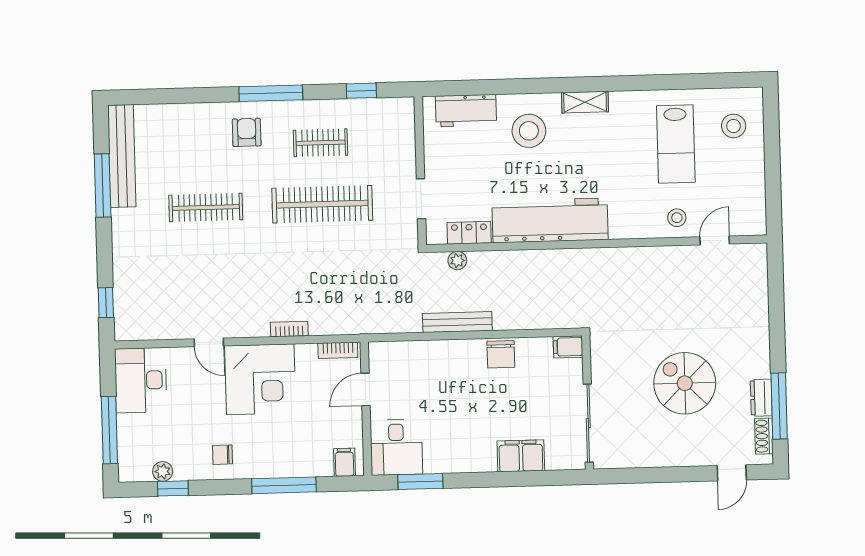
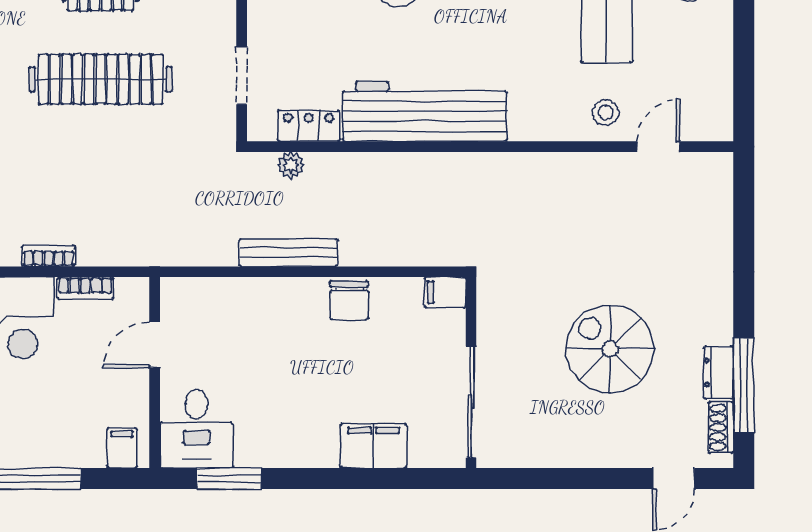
bookcase: (338, 350) -> (85, 288), moved

